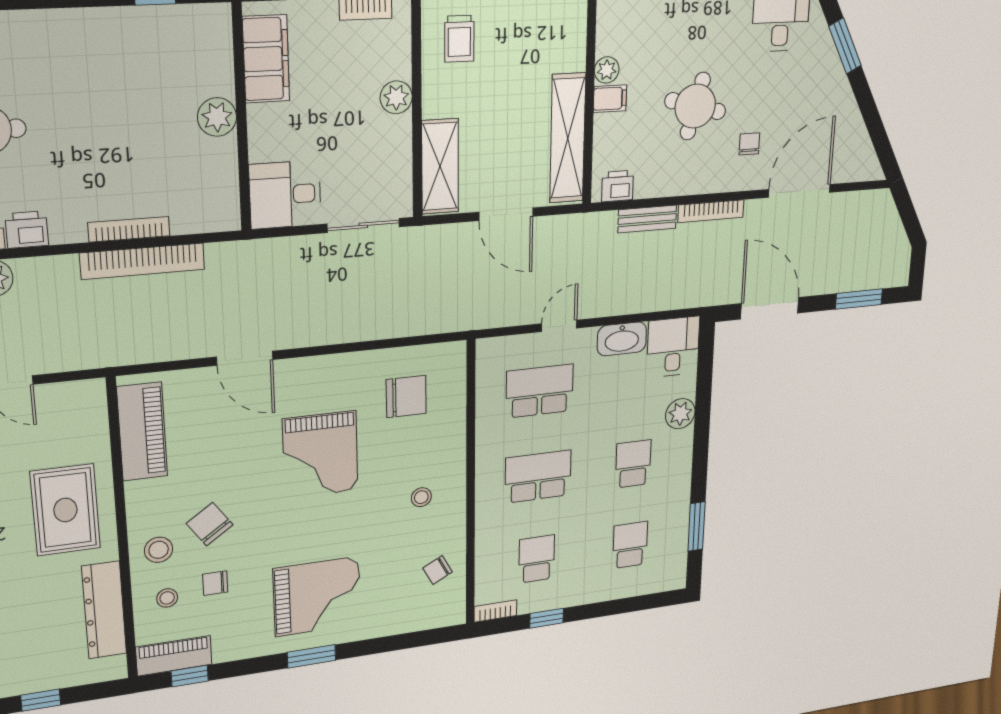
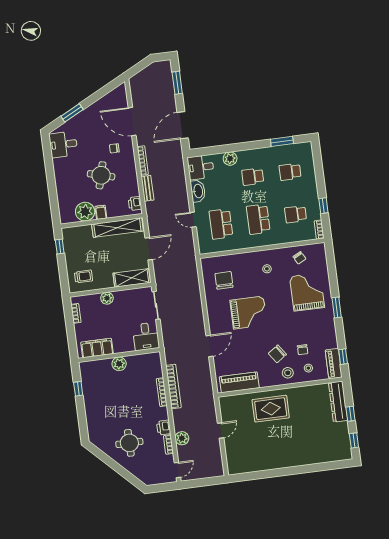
plant: (607, 70) -> (85, 212), width x1.88, depth x1.88
grand piano: (317, 597) -> (307, 292), moved
dresser: (104, 610) -> (338, 402), moved, turned 90

